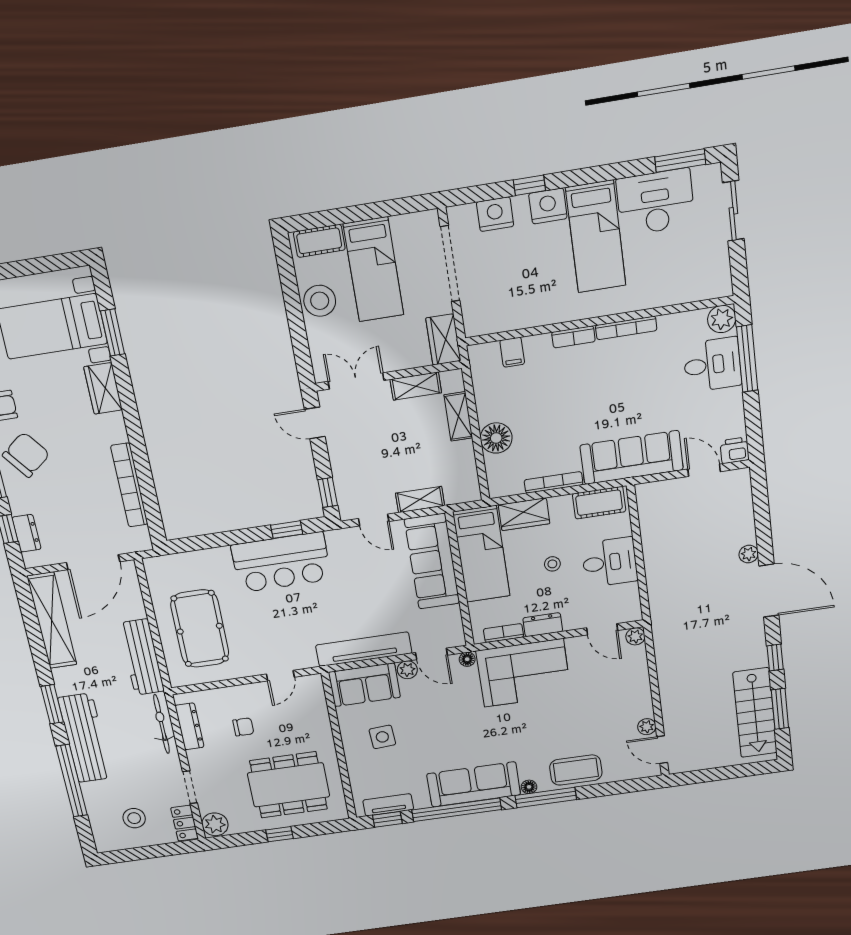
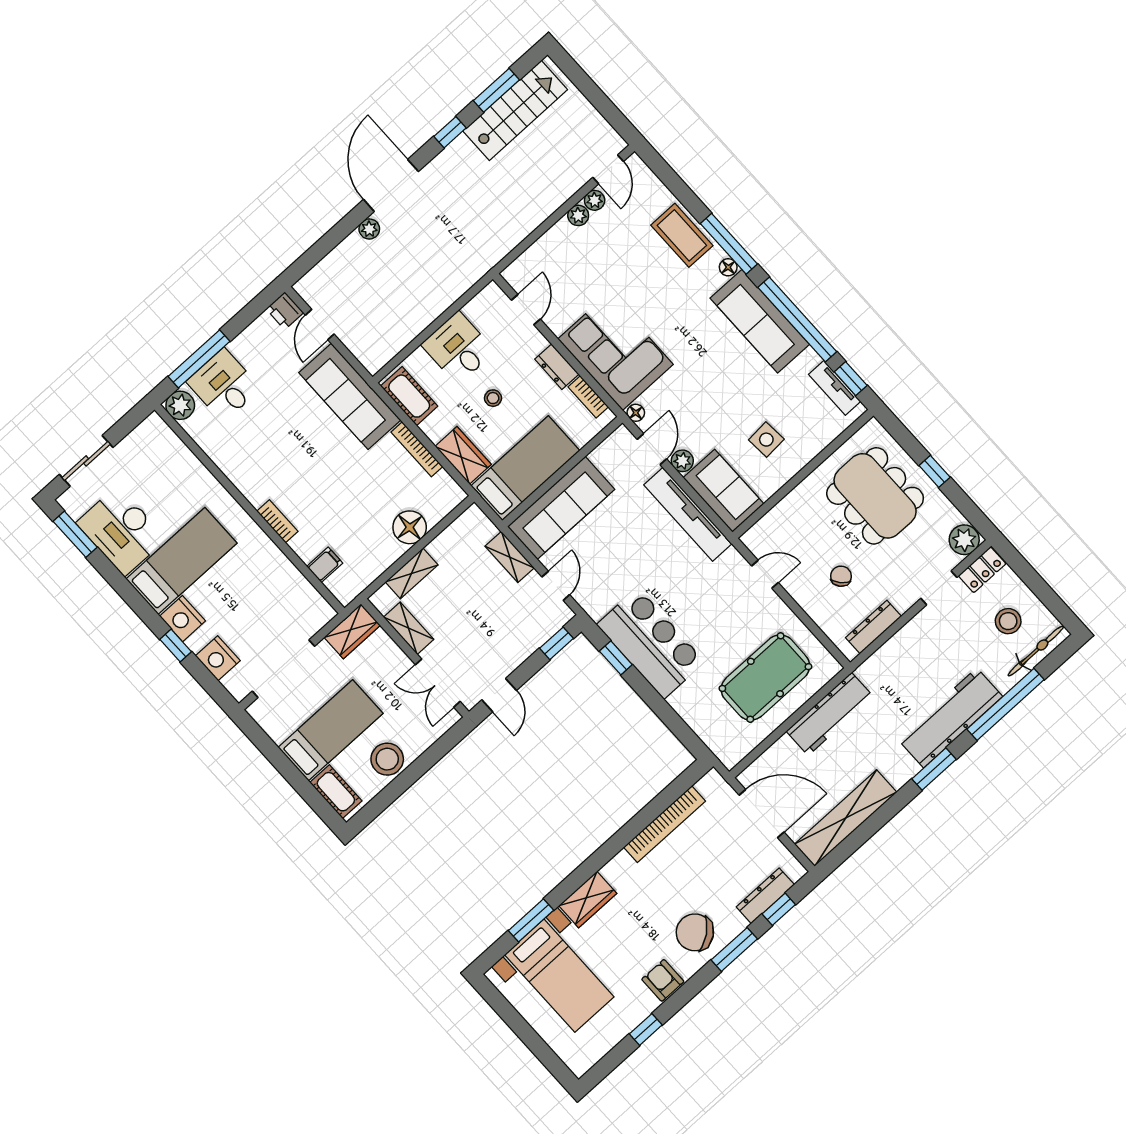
bookcase: (626, 328) -> (240, 482), removed
dresser: (27, 533) -> (765, 896), width x1.44
plant: (635, 636) -> (578, 215), moved
bicycle: (162, 724) -> (1036, 651), moved, turned 180
chair: (243, 727) -> (841, 576), turned 48

